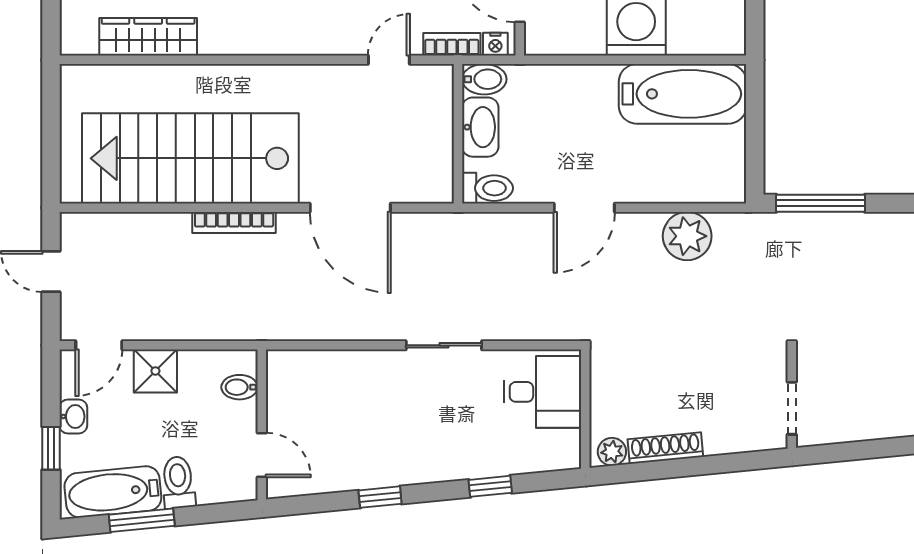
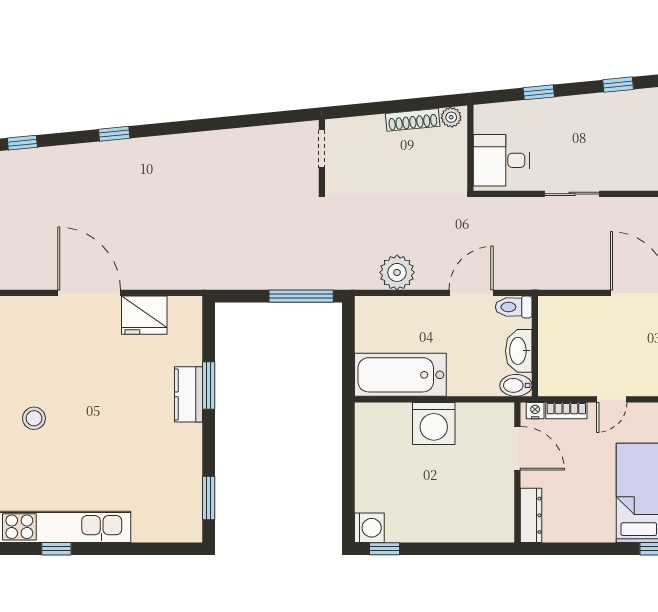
bidet: (484, 79) -> (516, 385), moved
washbasin: (480, 127) -> (519, 351), moved
wall: (458, 134) -> (535, 346), moved
toilet: (487, 188) -> (514, 307), moved

